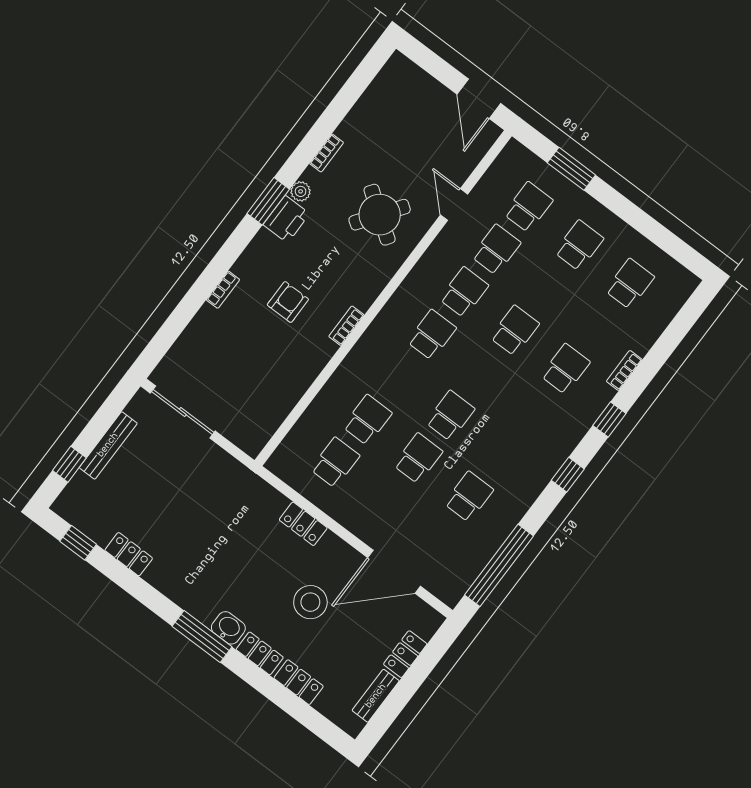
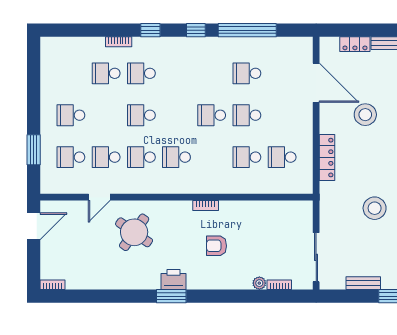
bookcase: (327, 153) -> (53, 285), moved
plant: (301, 191) -> (259, 283), moved
school desk: (630, 284) -> (106, 73), moved
bookcase: (223, 290) -> (279, 285), moved
bench: (108, 445) -> (363, 283), width x0.73
locker: (303, 524) -> (327, 158), width x1.53
stool: (189, 528) -> (375, 208), added
window: (499, 565) -> (247, 30), moved

